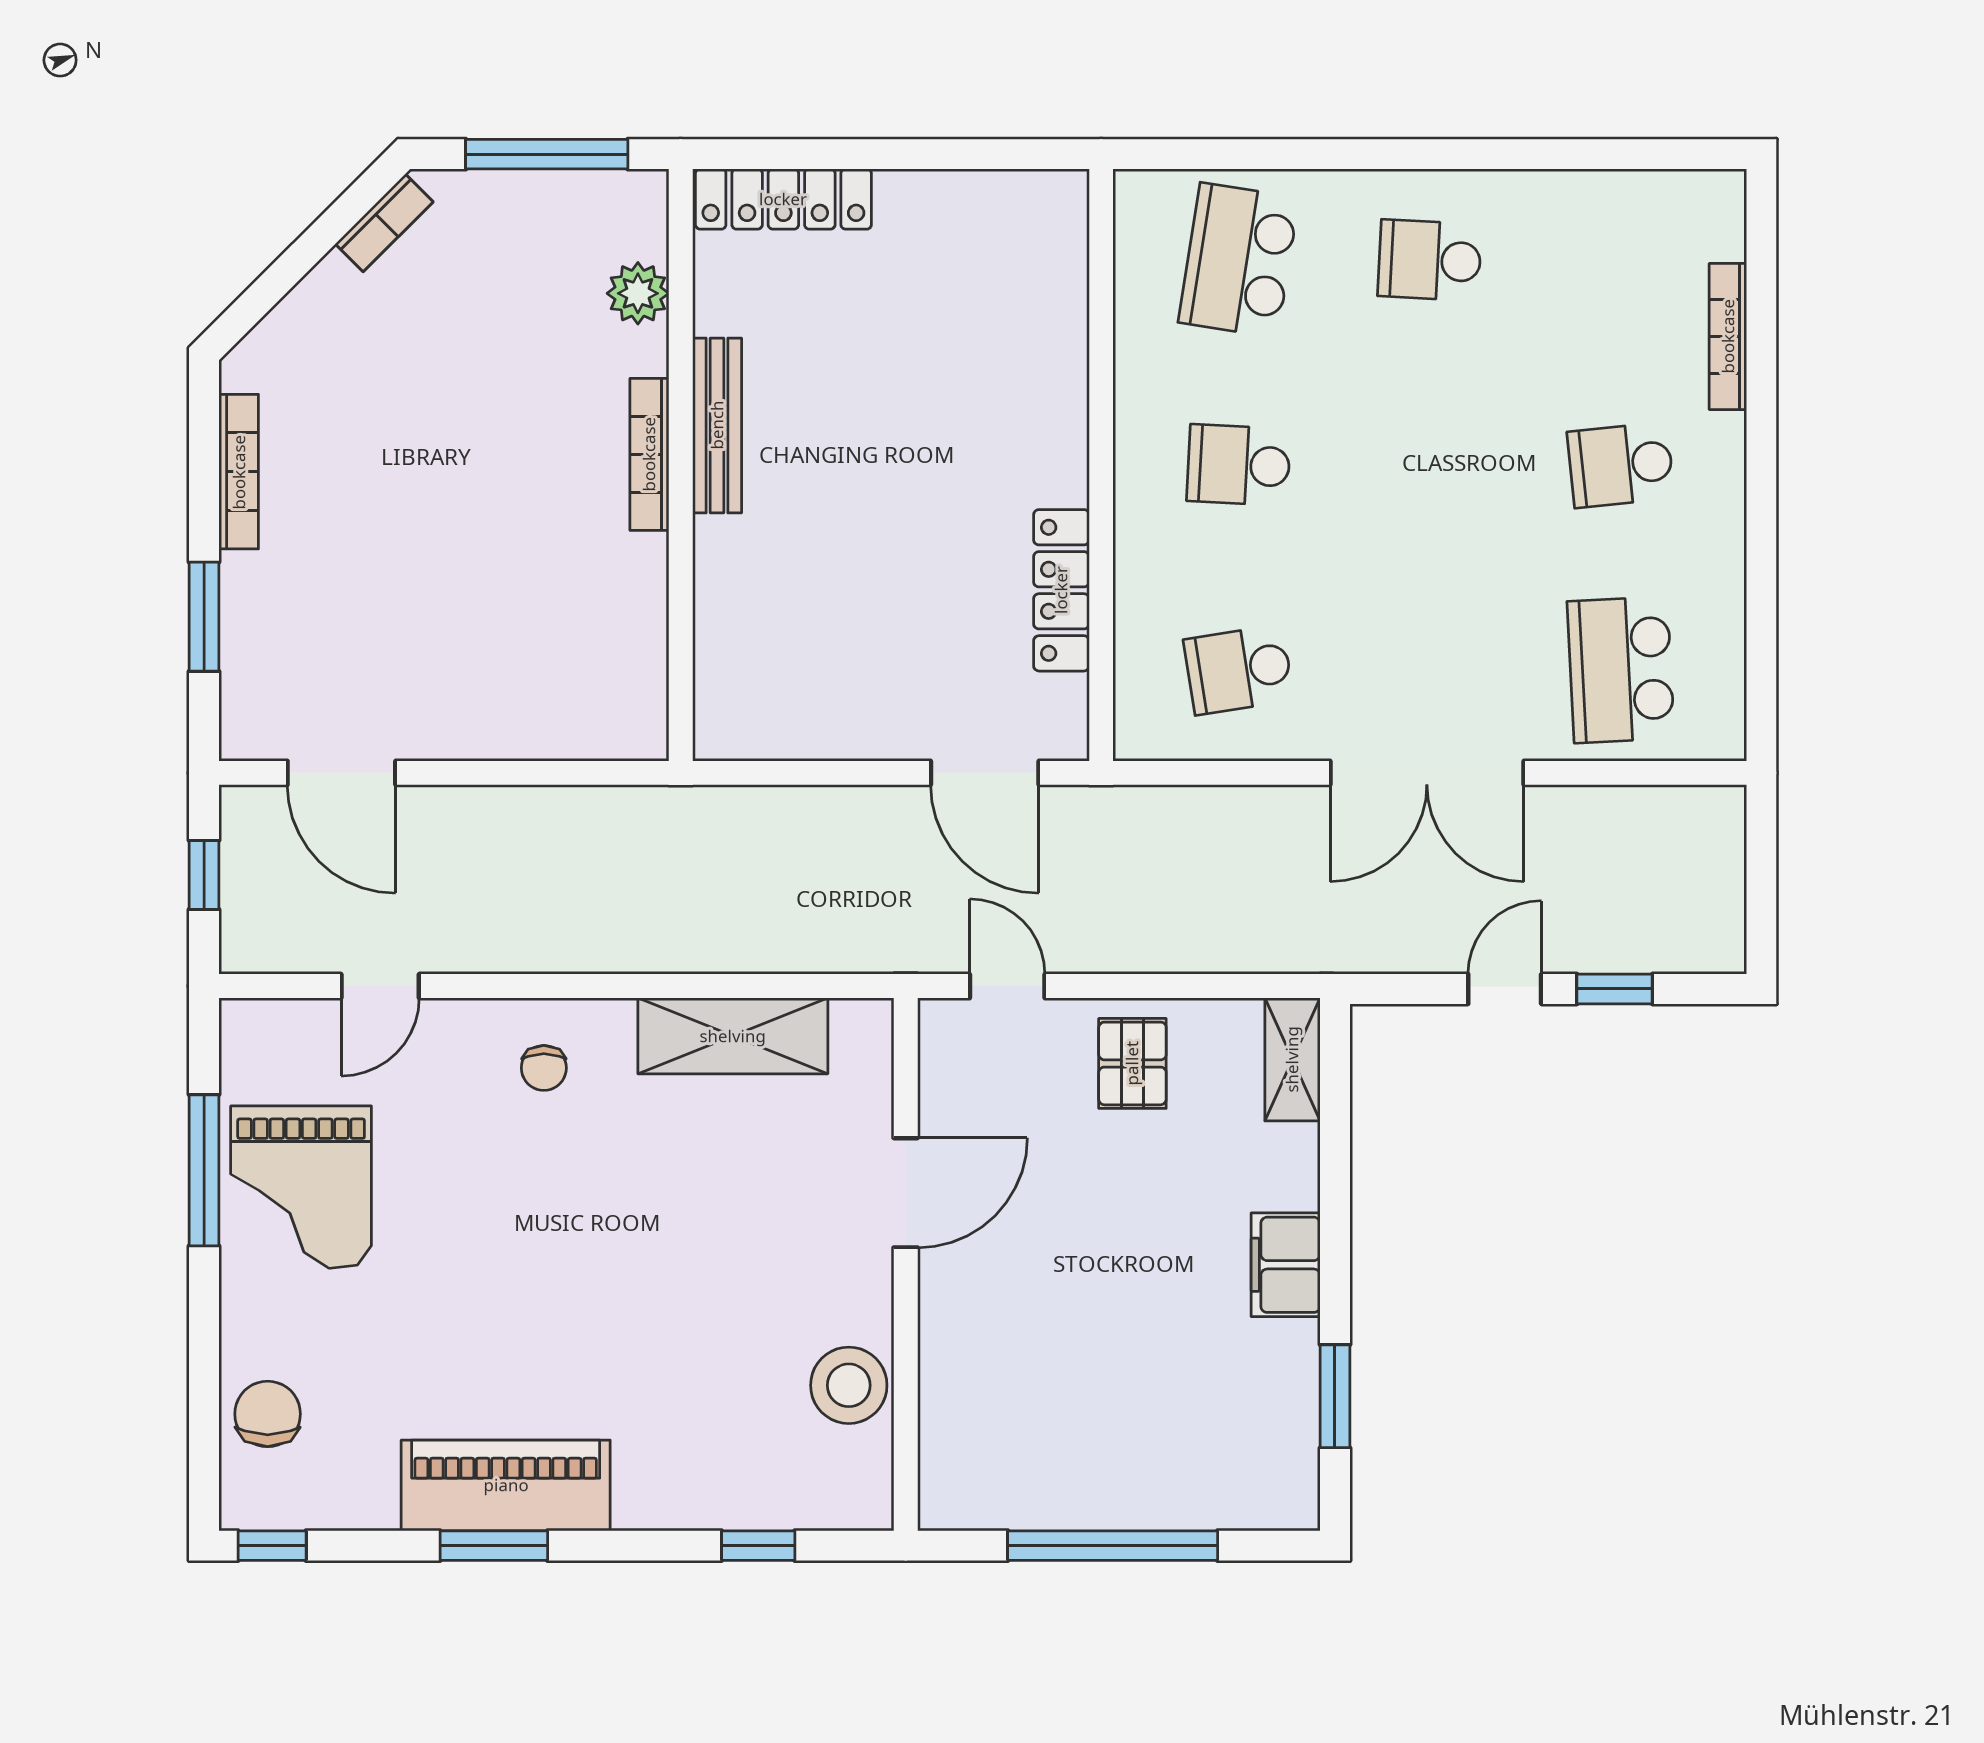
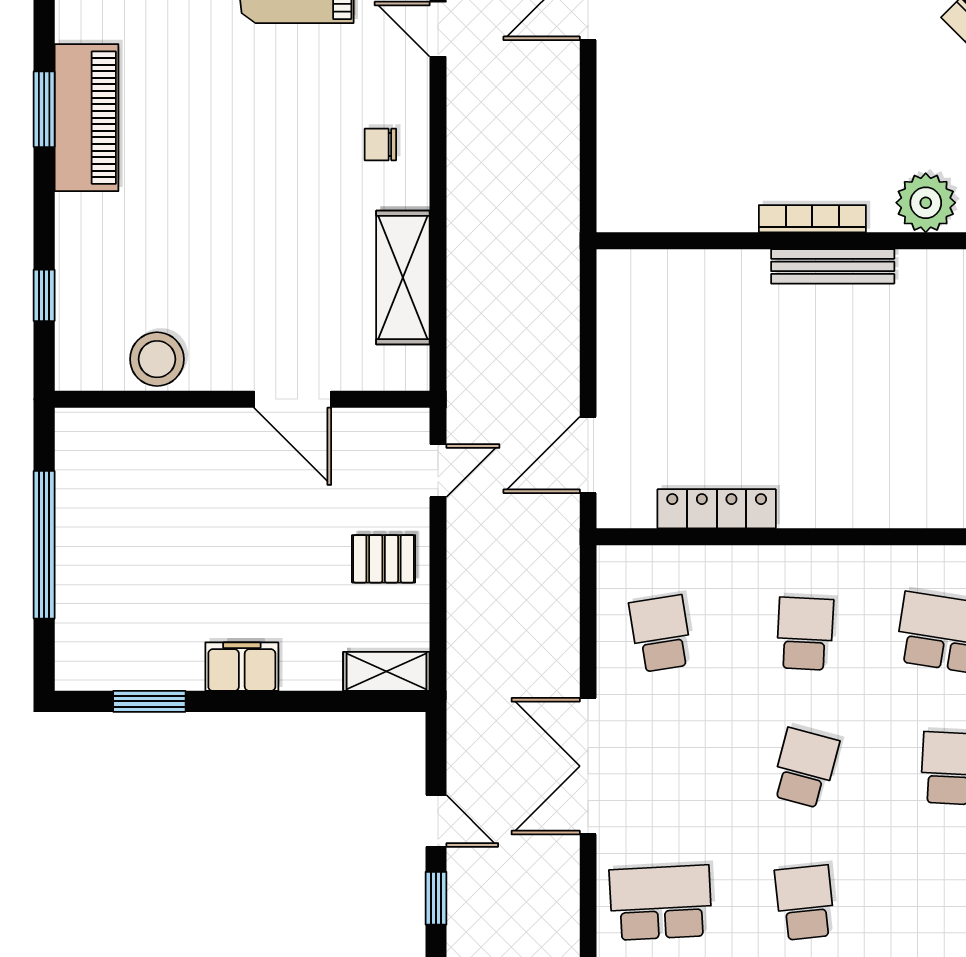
plant: (638, 293) -> (926, 203), width x1.36, depth x1.36
school desk: (1430, 465) -> (805, 768), added

